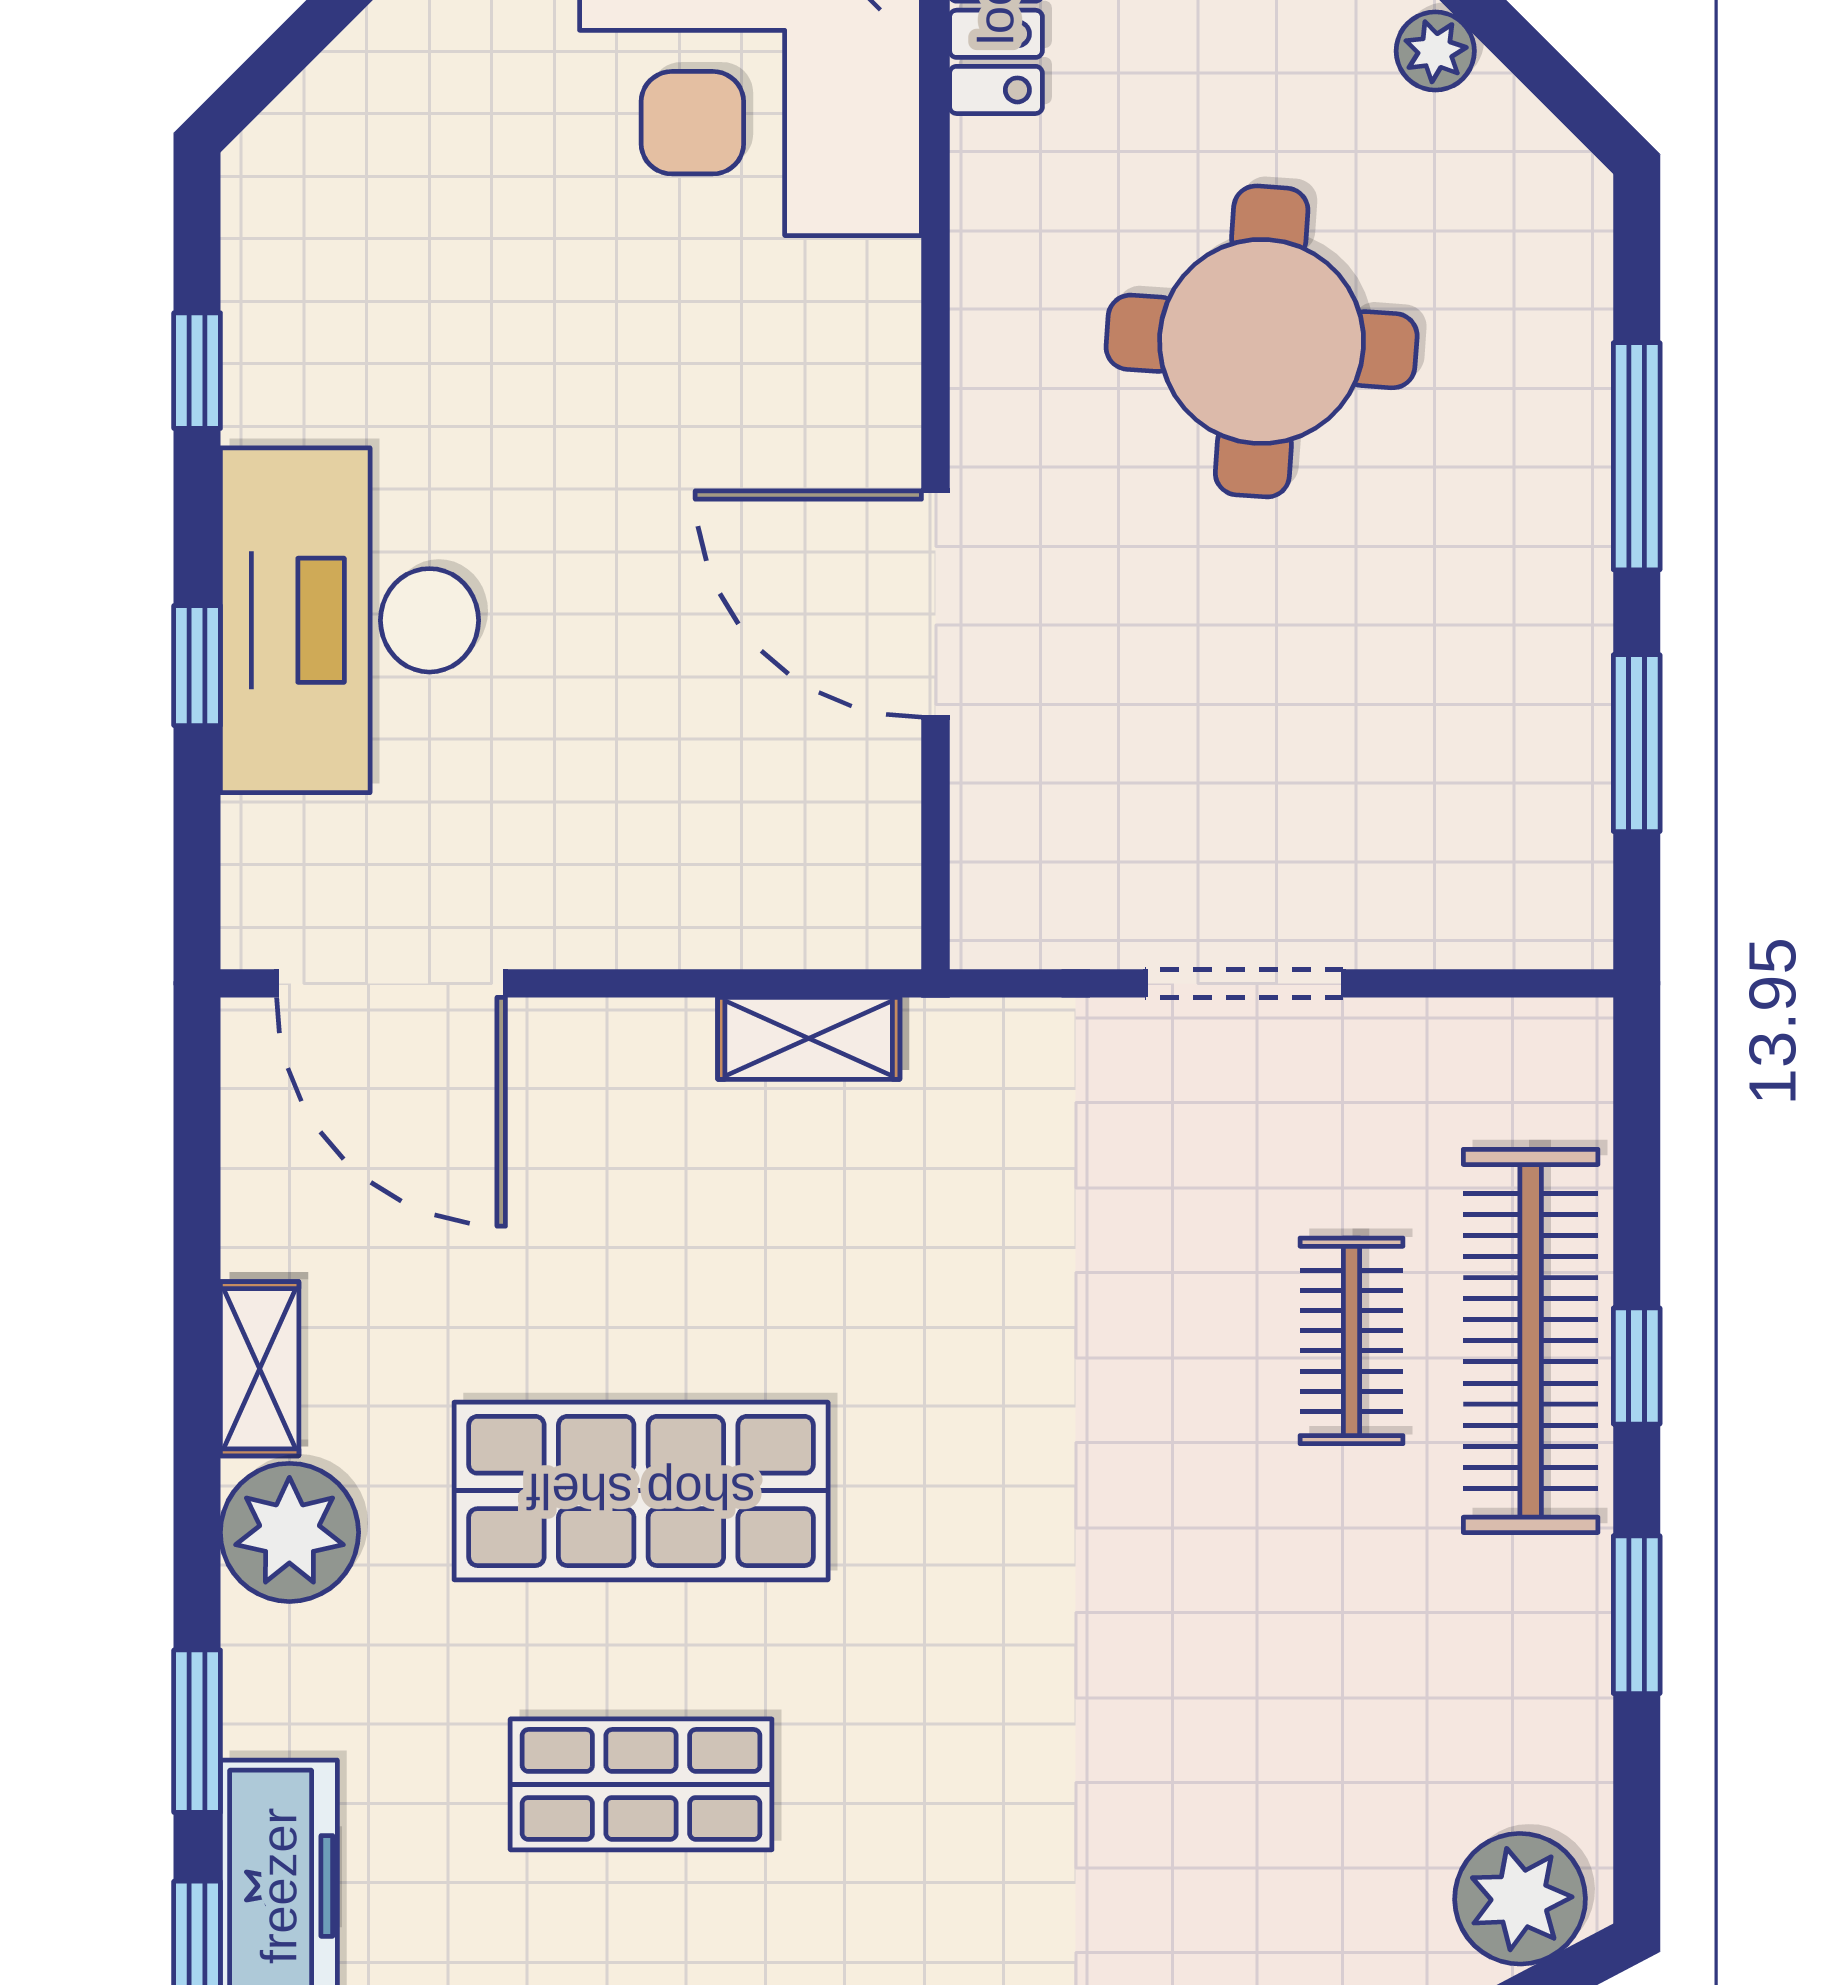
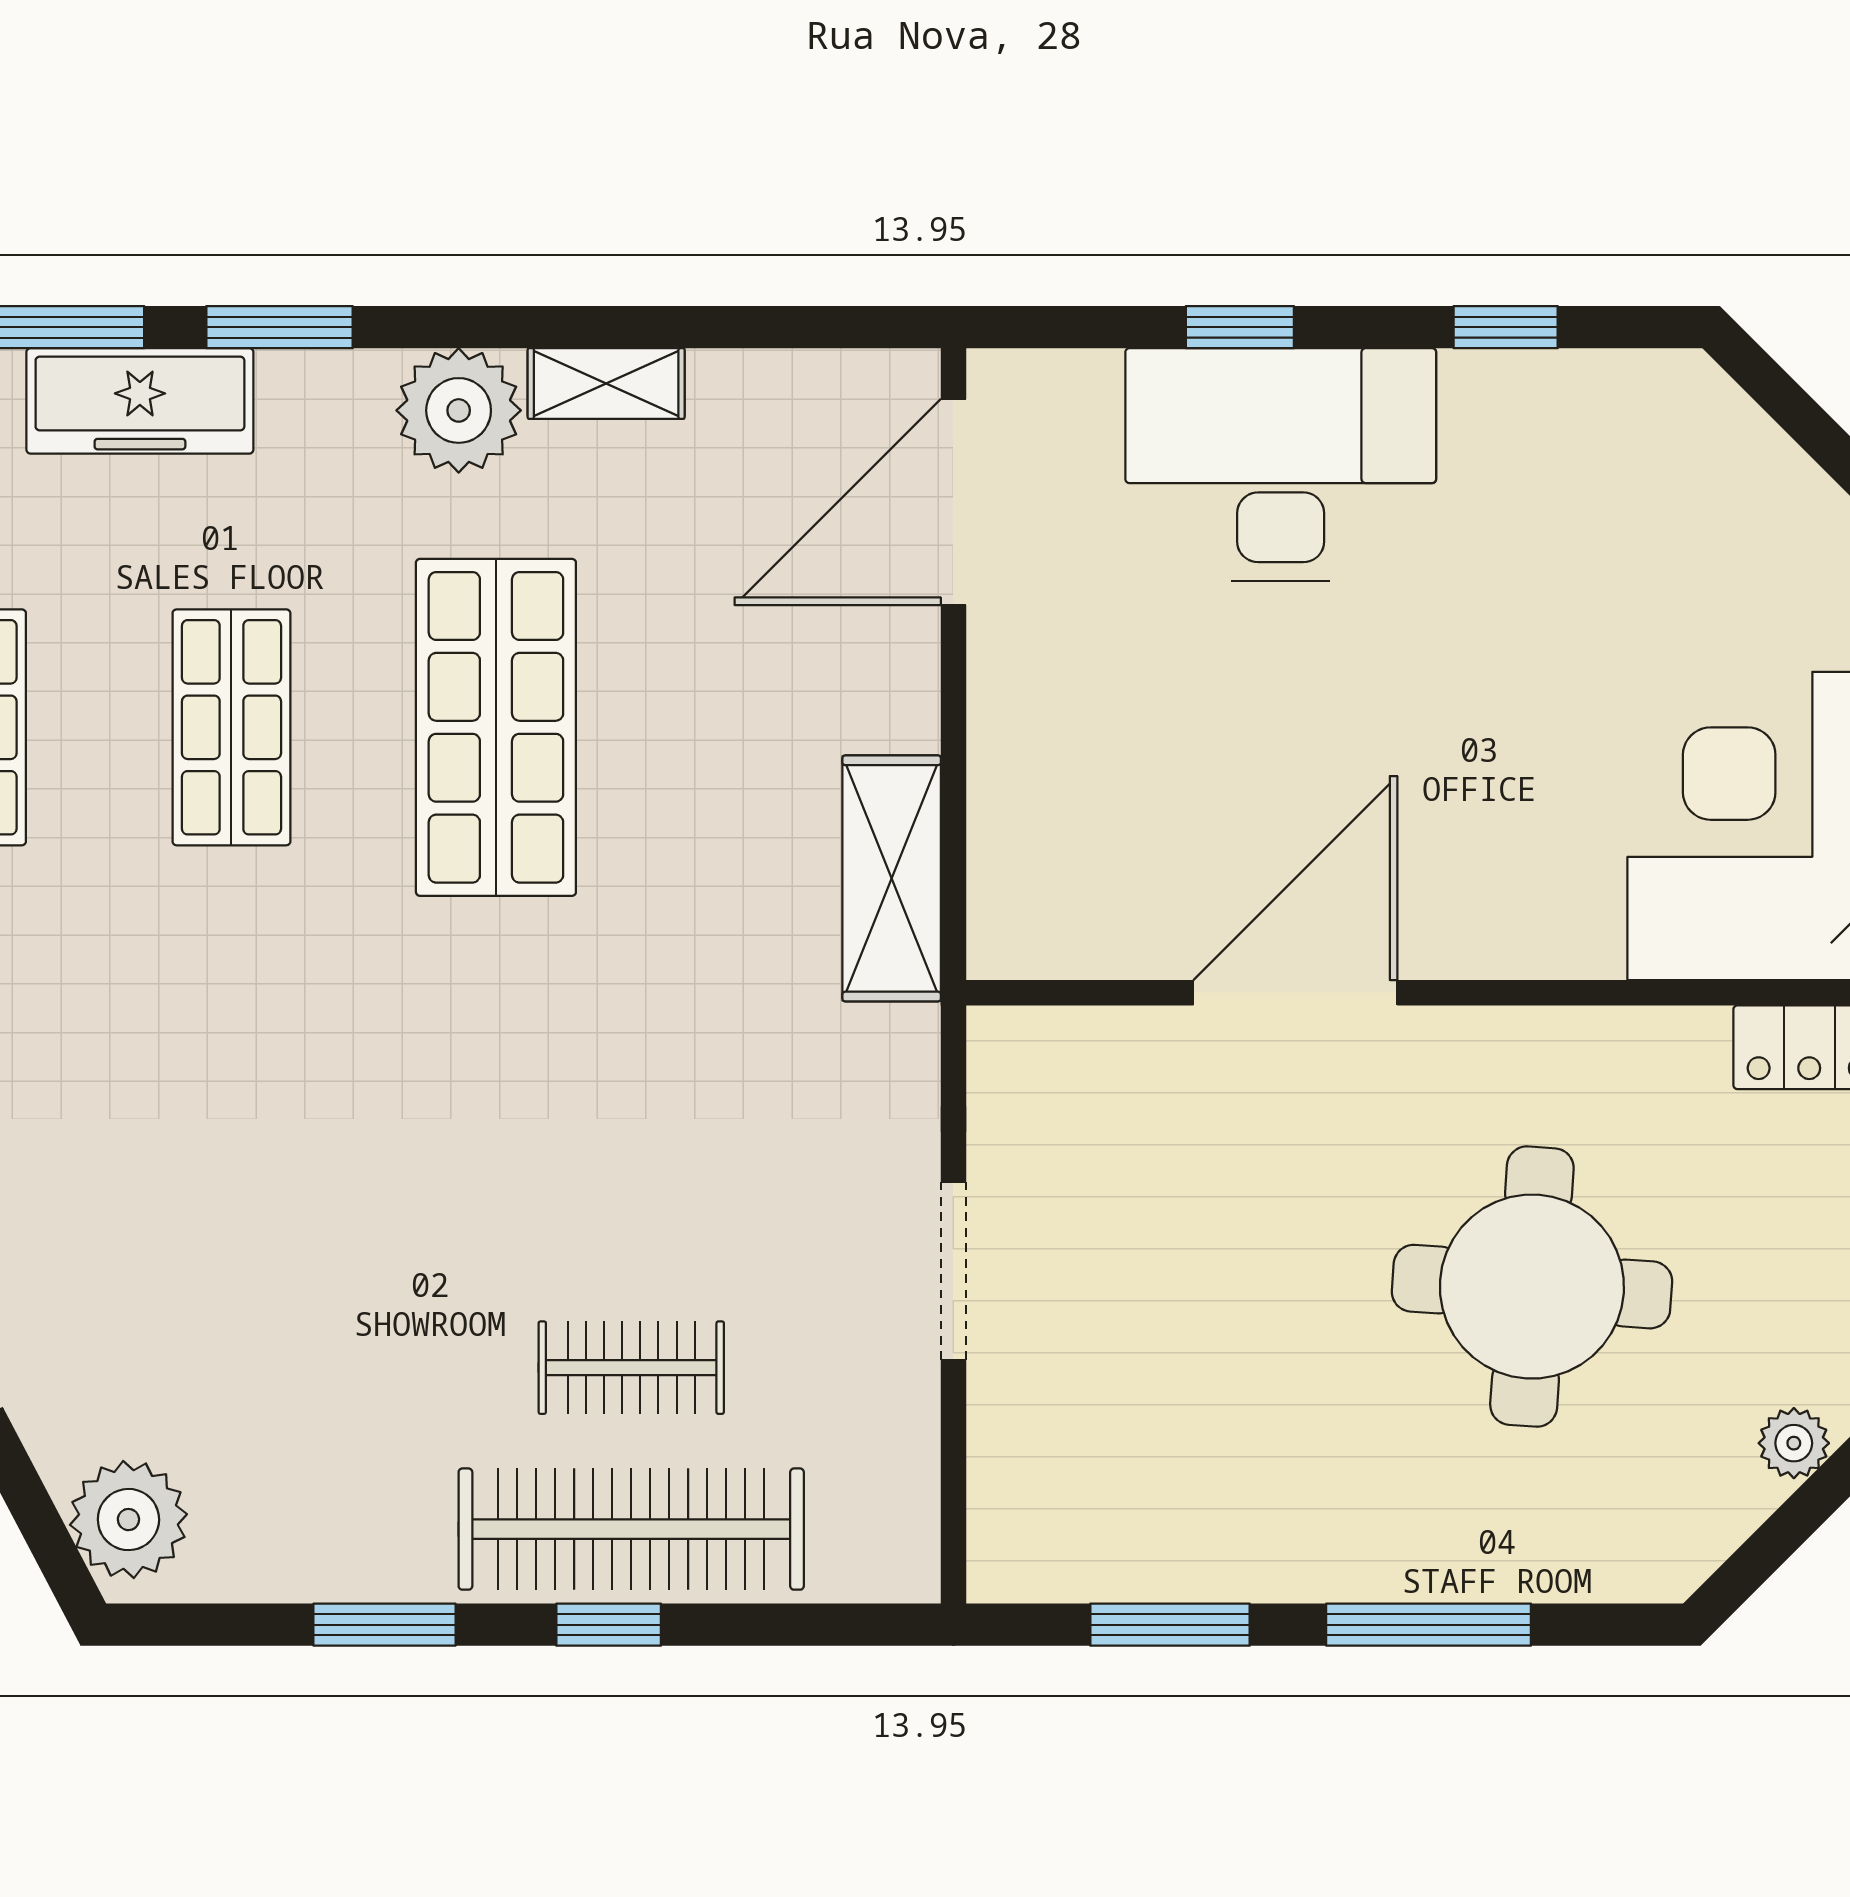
shelving: (809, 1038) -> (892, 878), width x1.50, depth x1.33

